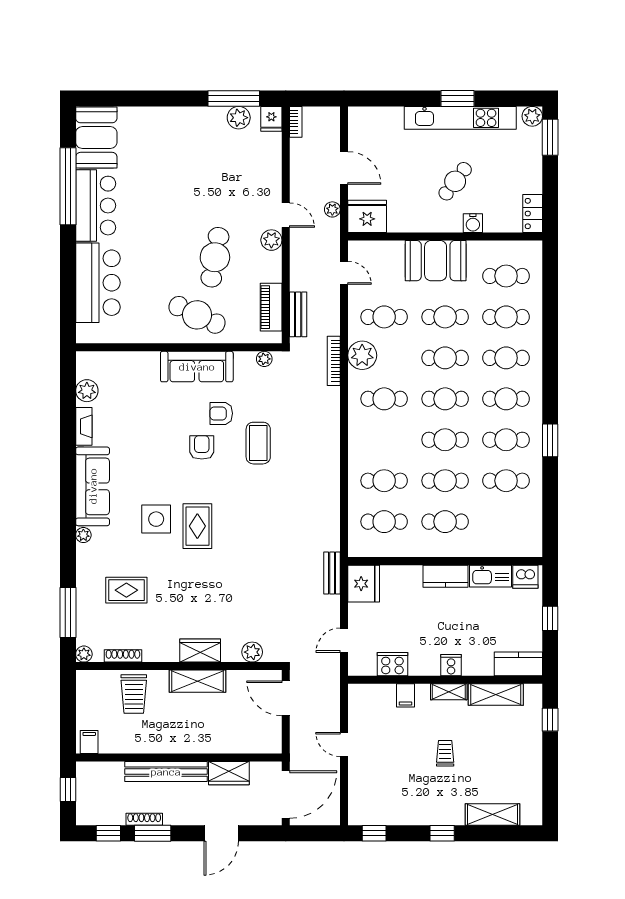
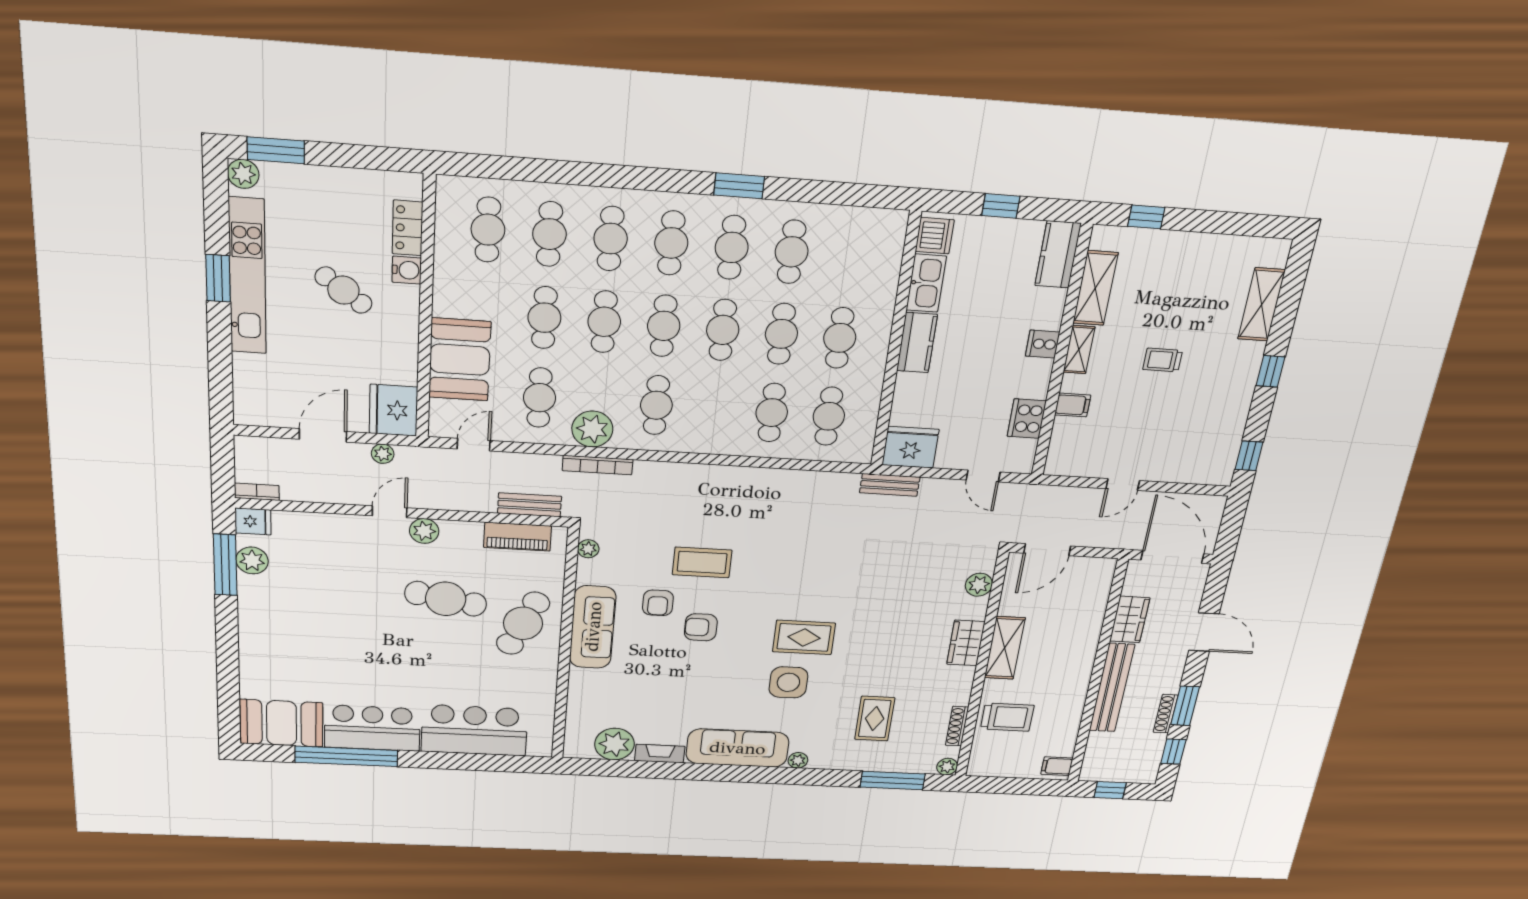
locker: (533, 214) -> (408, 228), moved, turned 90
booth: (436, 261) -> (460, 360), moved
plant: (87, 391) -> (614, 744), width x1.36, depth x1.36

